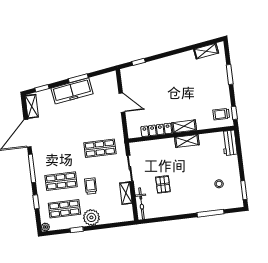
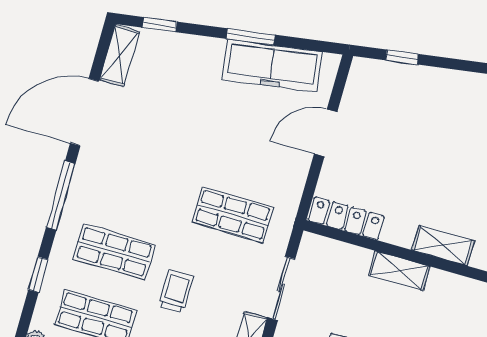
freezer: (72, 91) -> (272, 66), moved
door: (122, 103) -> (326, 133), swing flipped
locker: (156, 130) -> (346, 218), moved
shelving: (187, 141) -> (399, 271), moved

